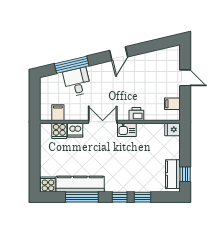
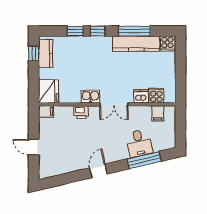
filing cabinet: (172, 104) -> (46, 111), moved
fridge: (173, 129) -> (48, 91), width x1.88, depth x1.34

